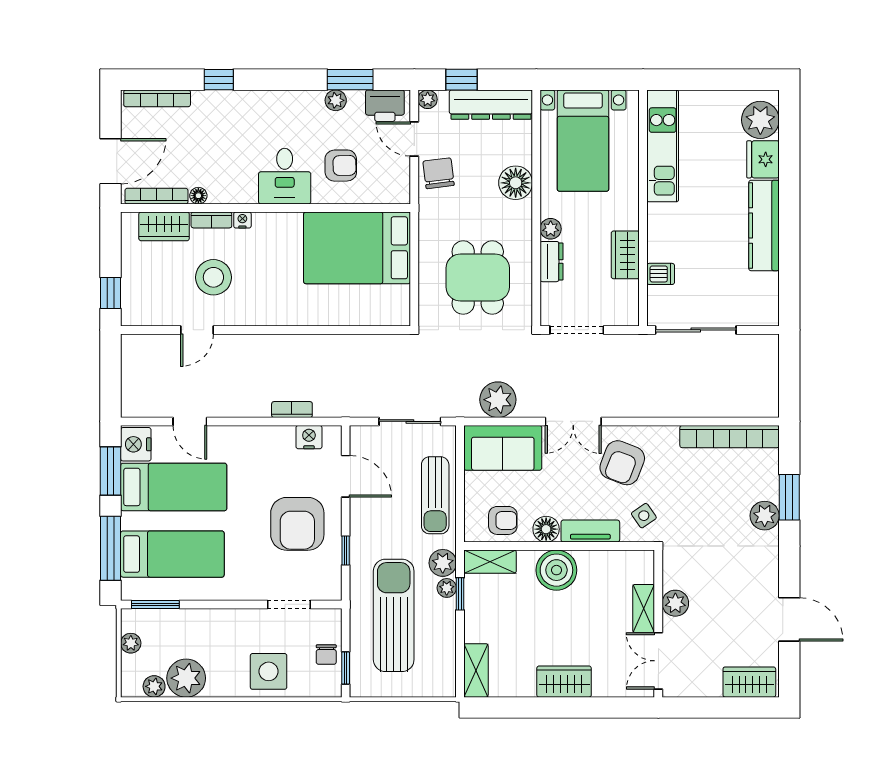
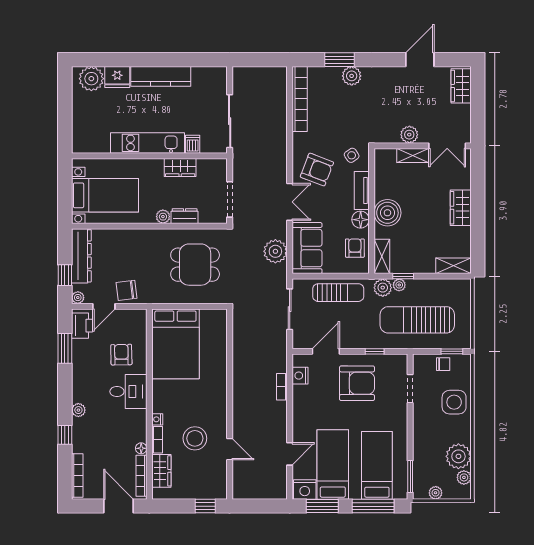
plant: (336, 100) -> (78, 410), moved
kitchen unit: (663, 146) -> (147, 143), moved
floor lamp: (516, 183) -> (133, 240), removed

